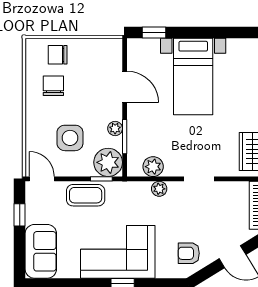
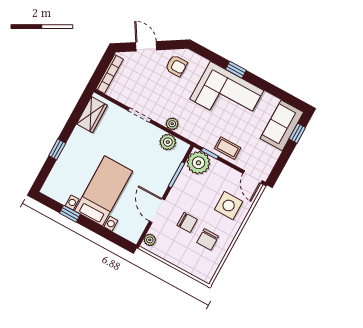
window: (154, 32) -> (70, 214), moved
chair: (58, 55) -> (187, 222), moved
plant: (115, 128) -> (150, 240), moved
side table: (70, 138) -> (229, 206), moved
coffee table: (86, 195) -> (228, 148), width x0.73, depth x0.77
window: (20, 215) -> (297, 133), moved

